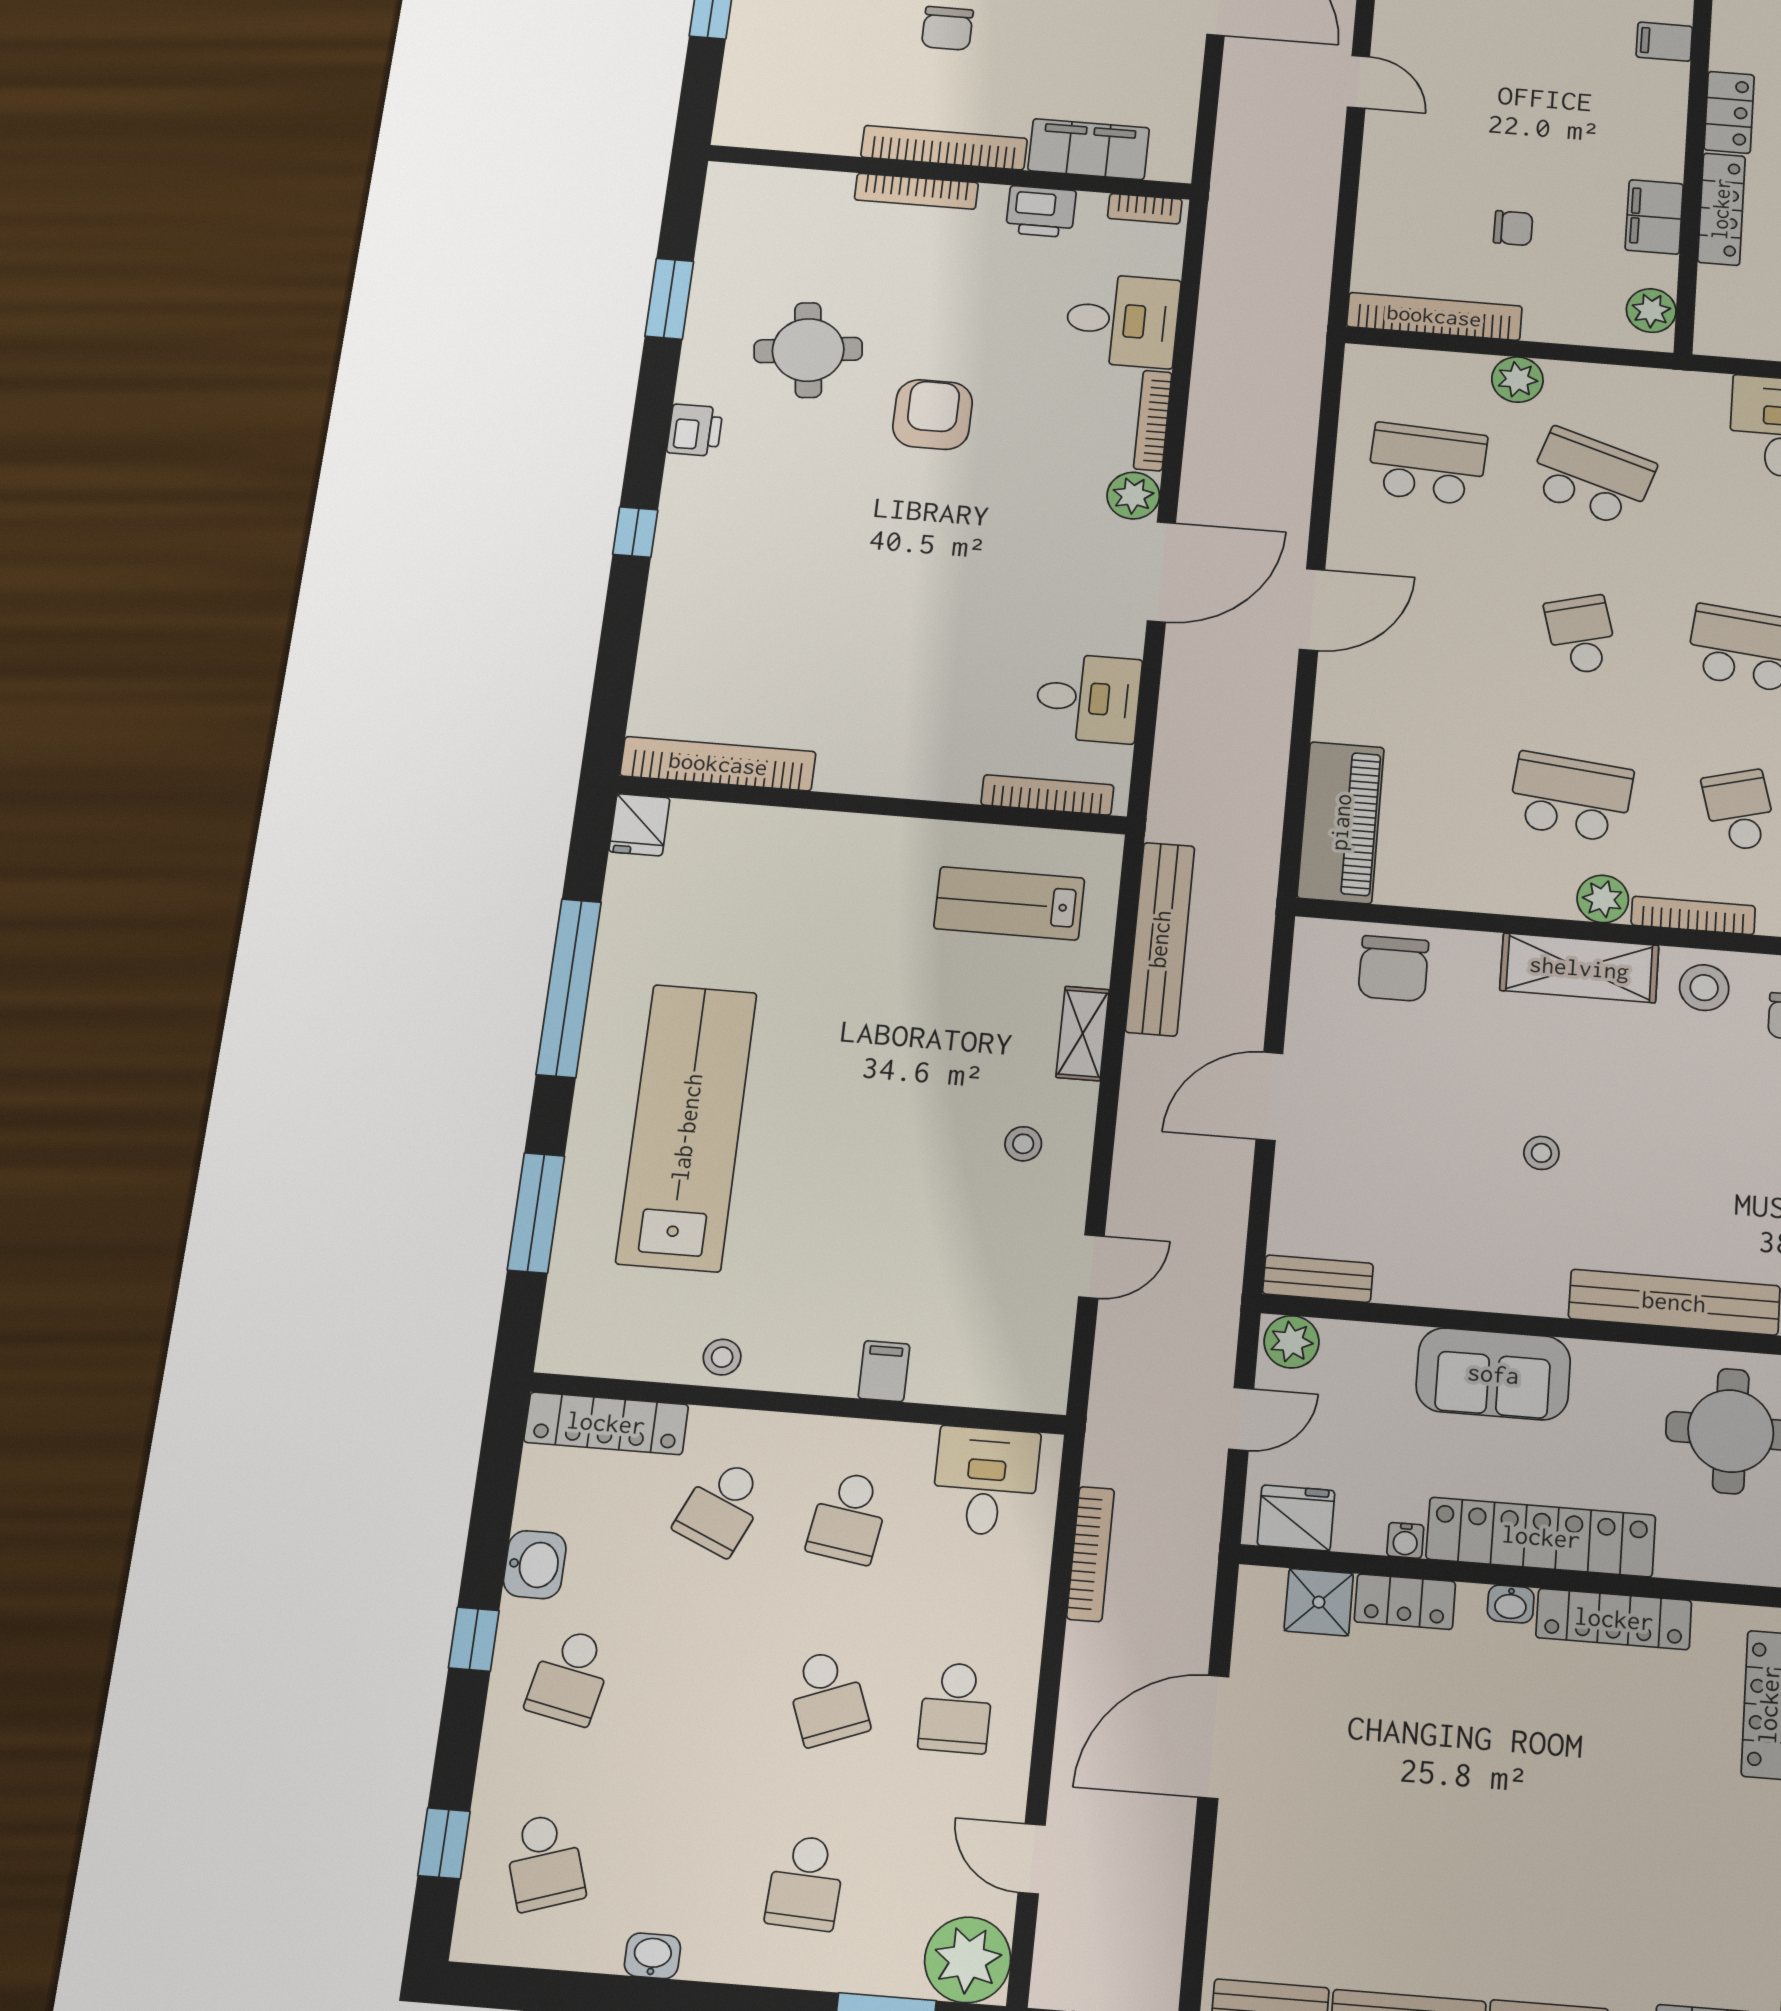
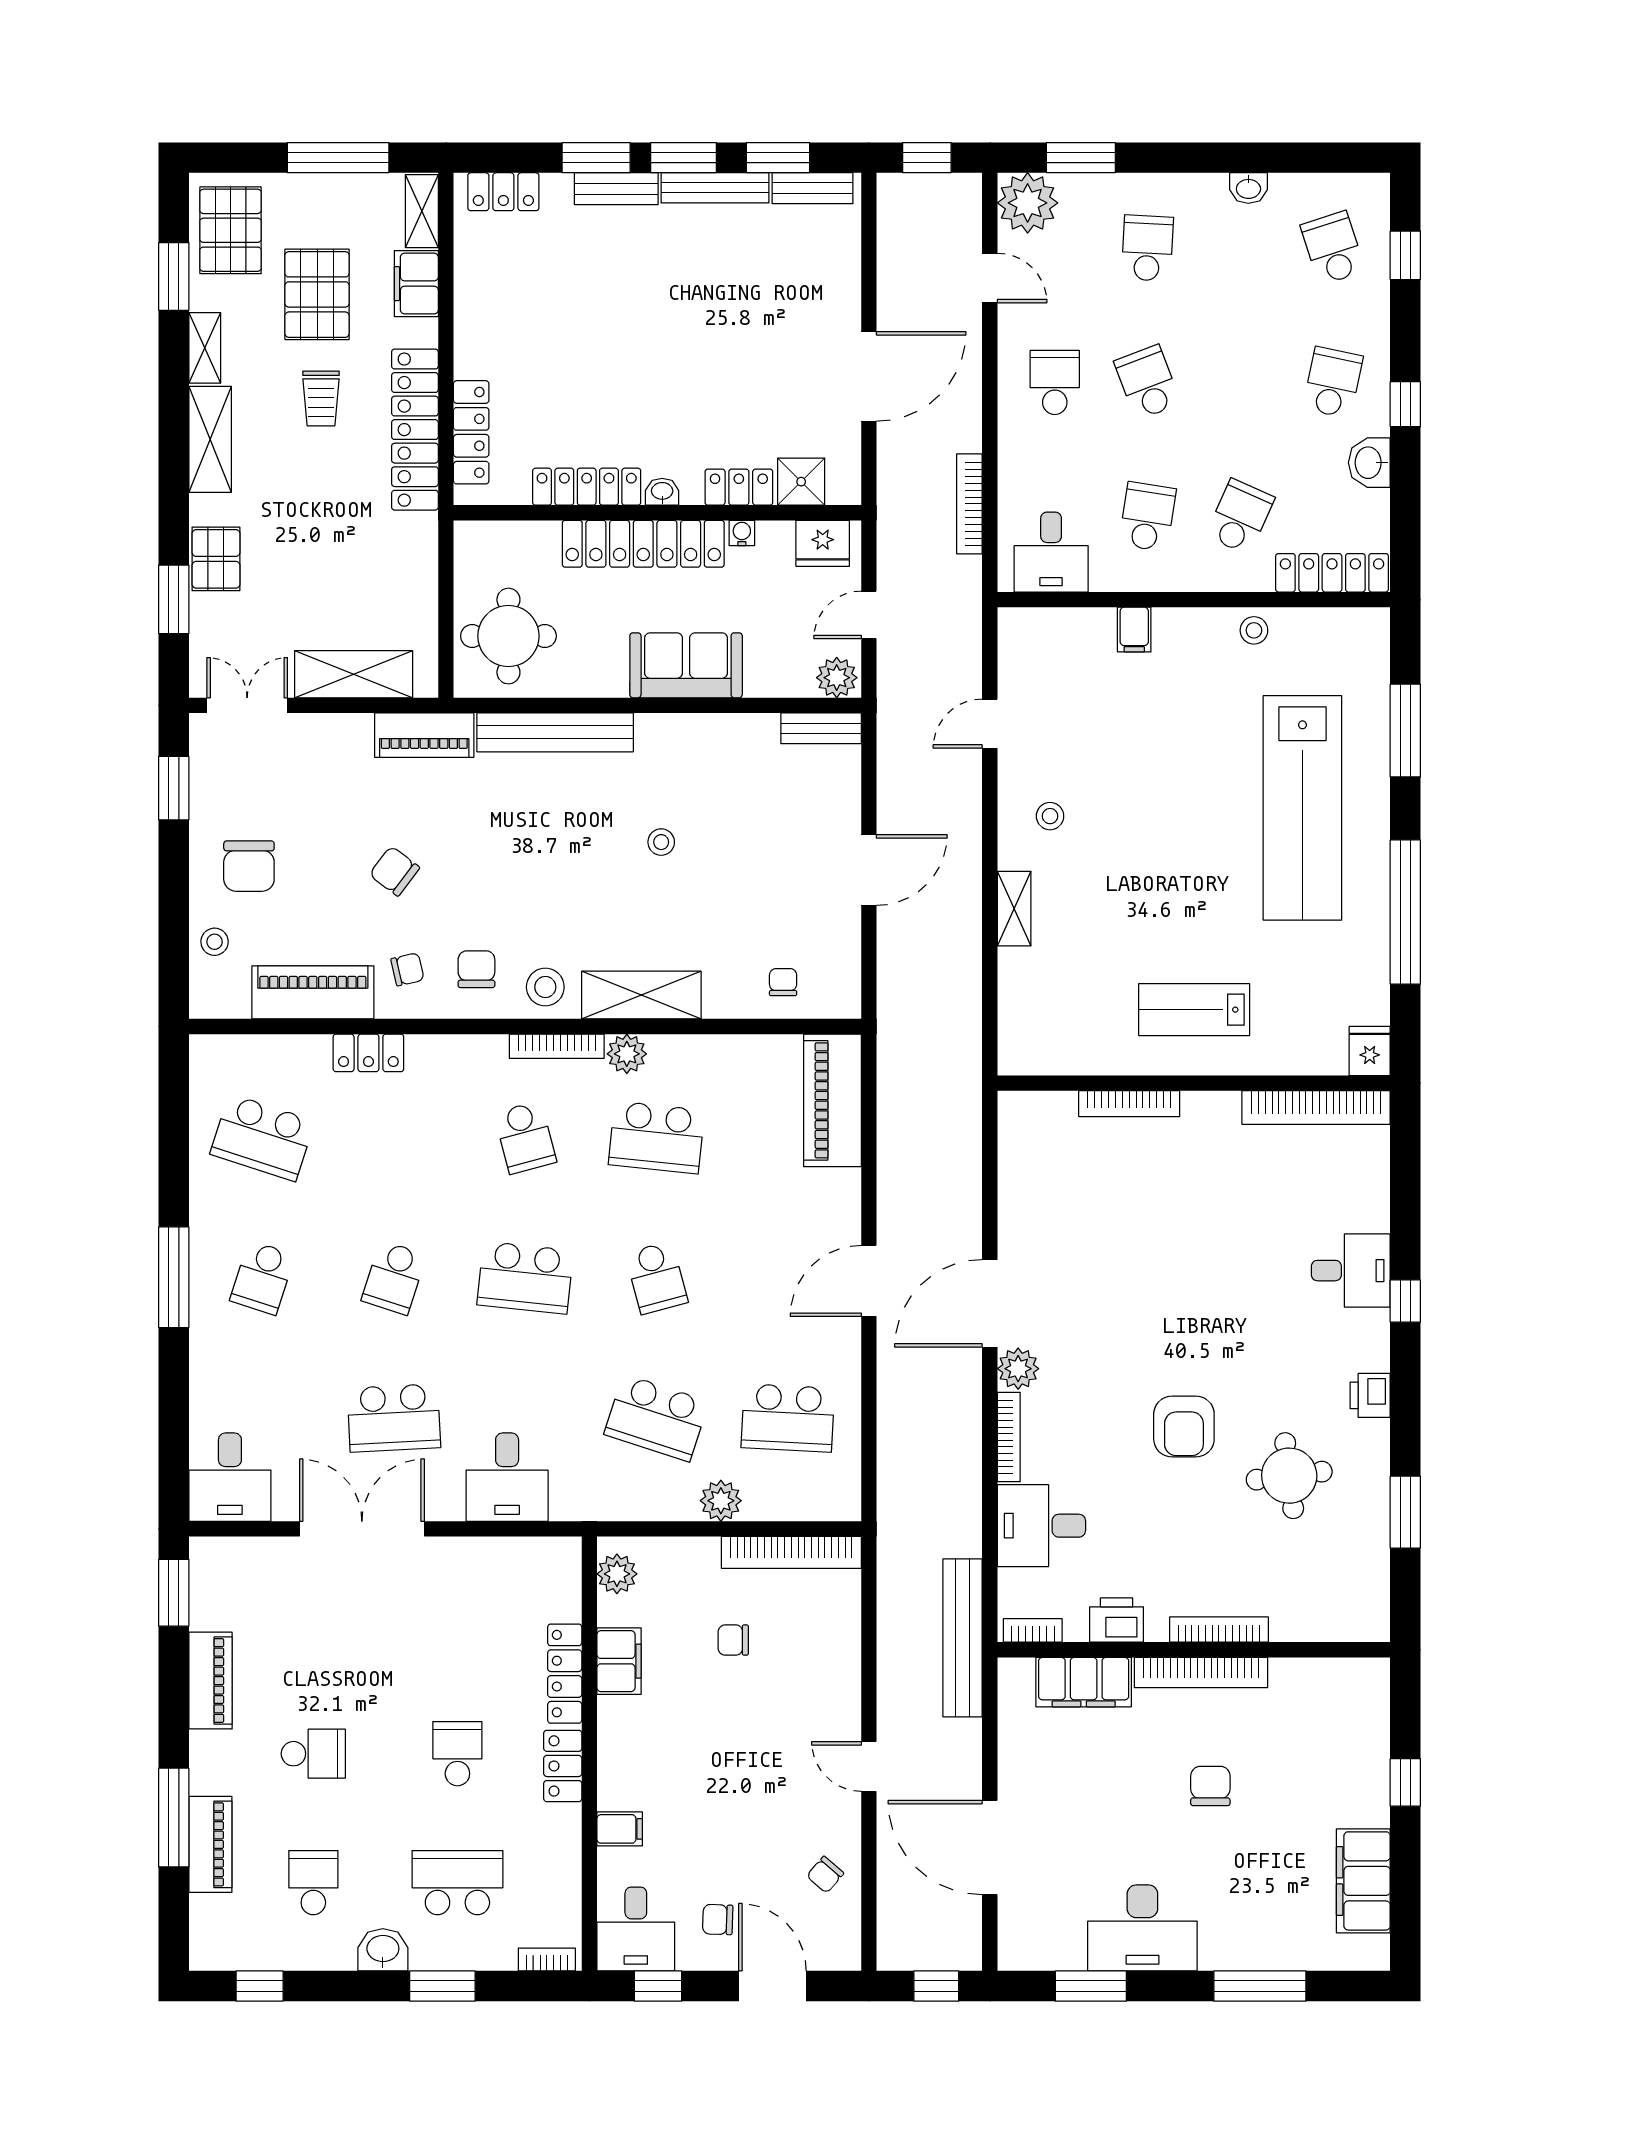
desk: (1088, 698) -> (1351, 1271), moved, turned 180
bookcase: (1047, 795) -> (1129, 1104), moved
lab bench: (1009, 903) -> (1194, 1010), moved, turned 180
bench: (1160, 939) -> (963, 1638), moved
chair: (1393, 969) -> (783, 982), width x0.54, depth x0.54

